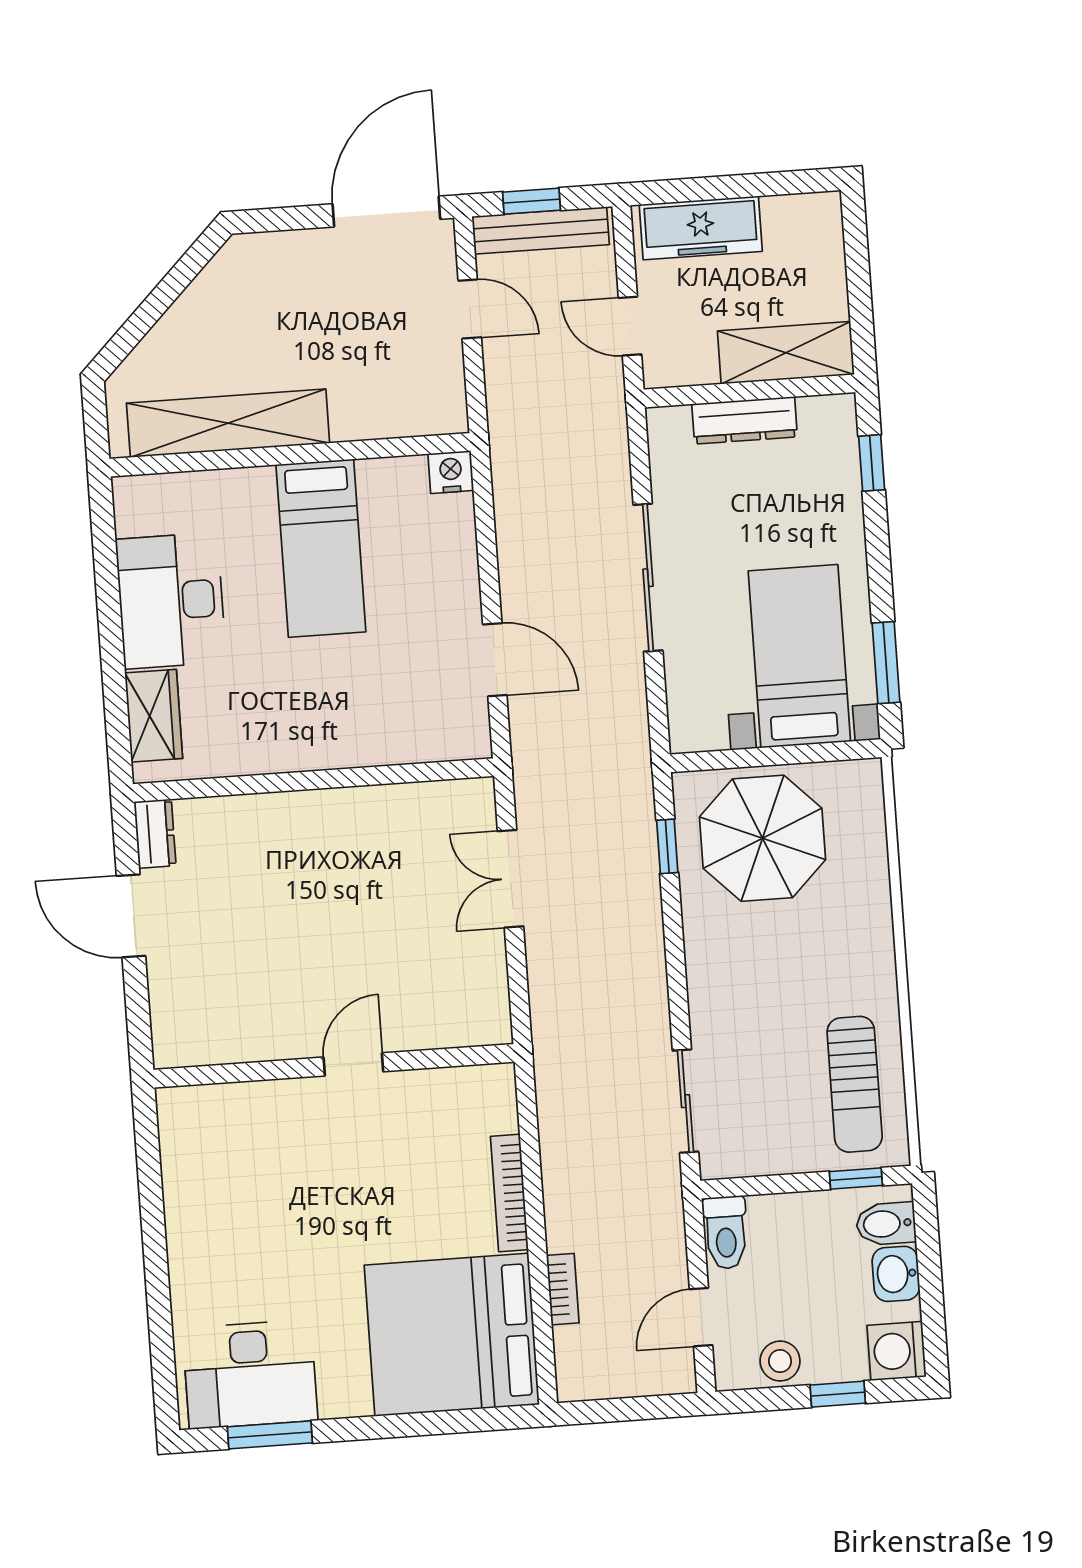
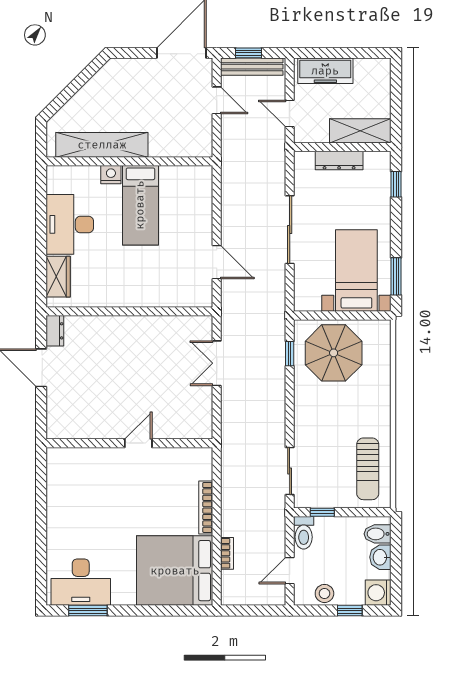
nightstand: (451, 472) -> (111, 175), moved
window: (856, 1179) -> (322, 512), moved

